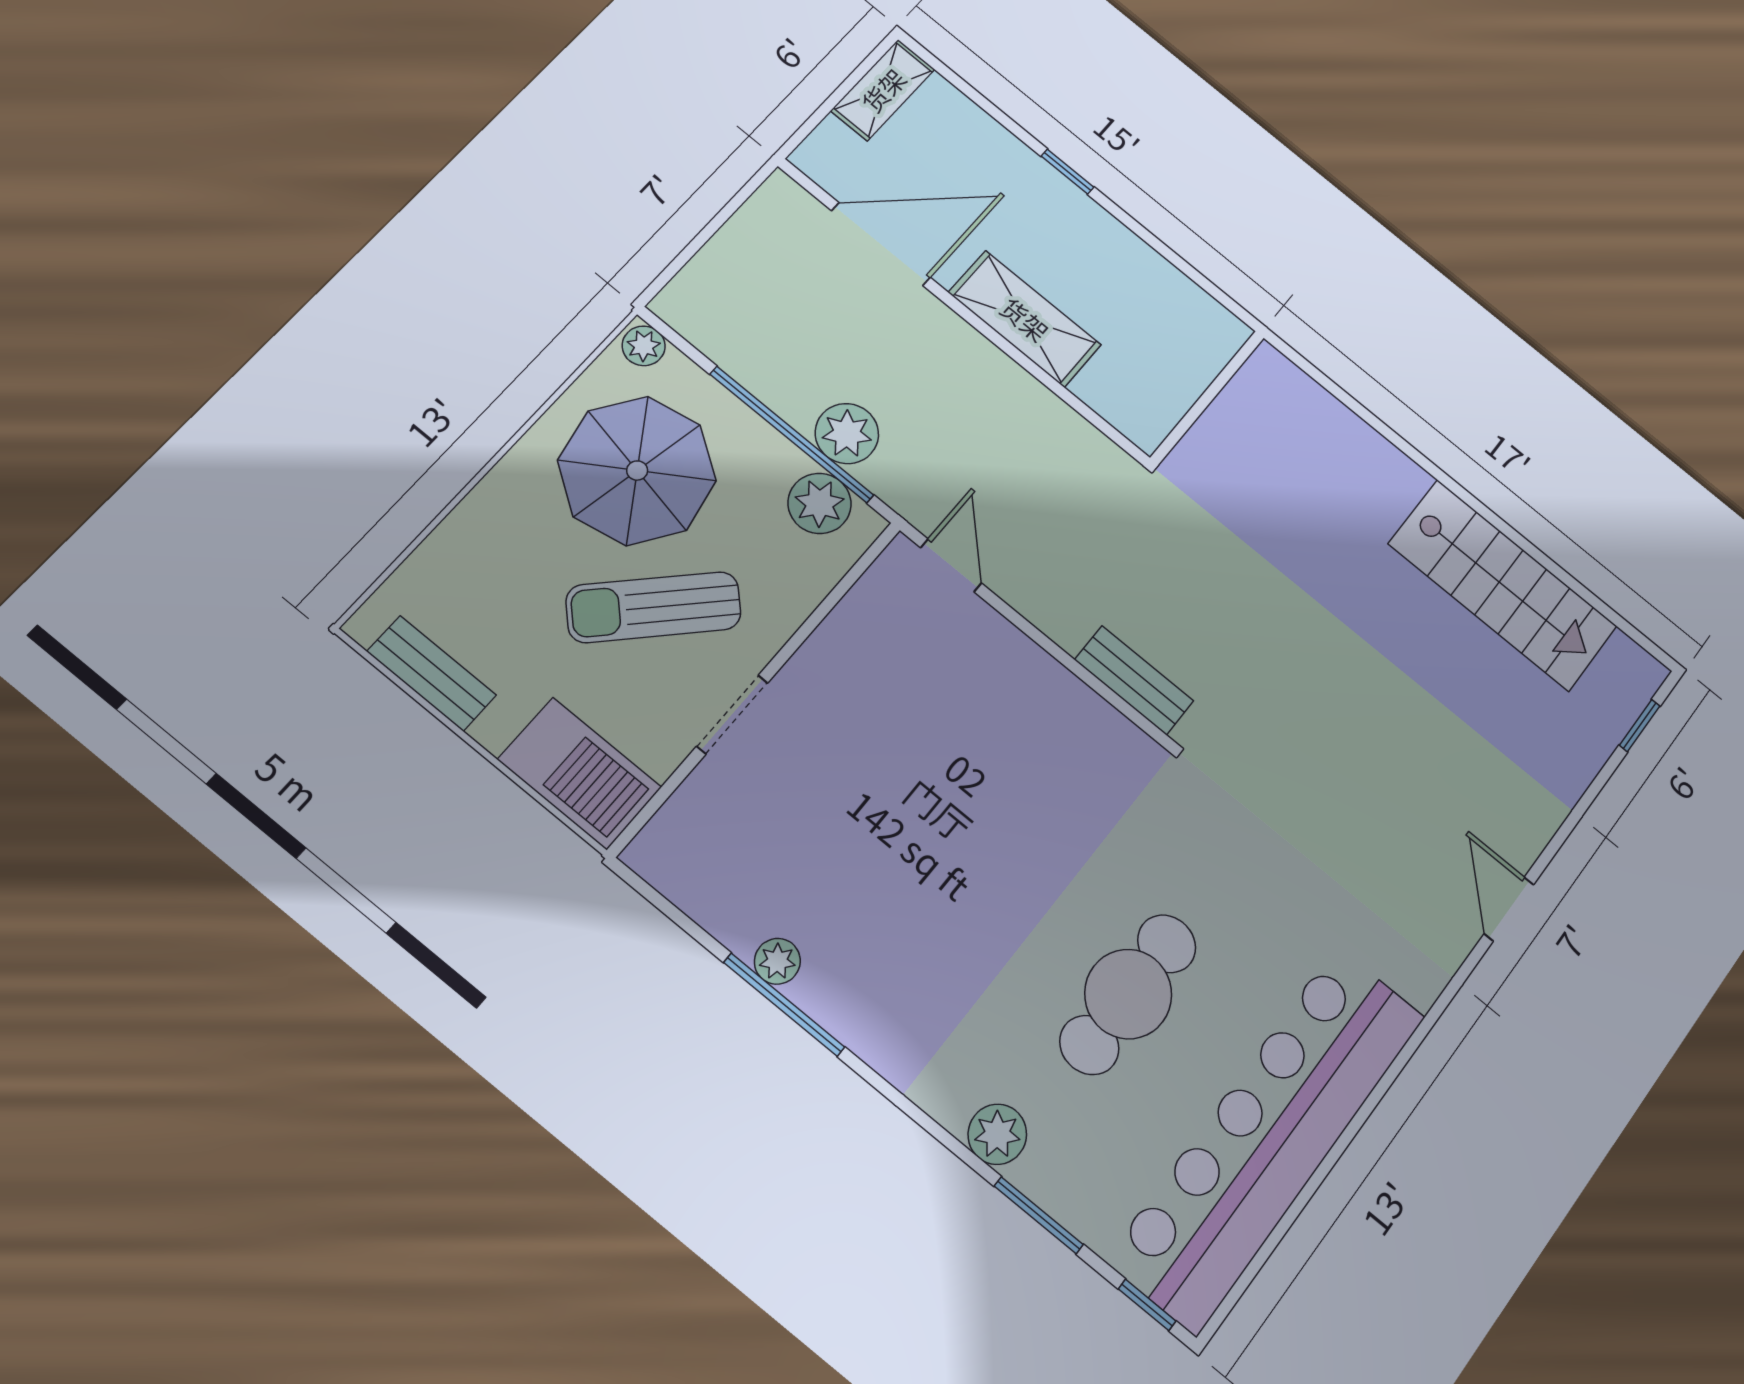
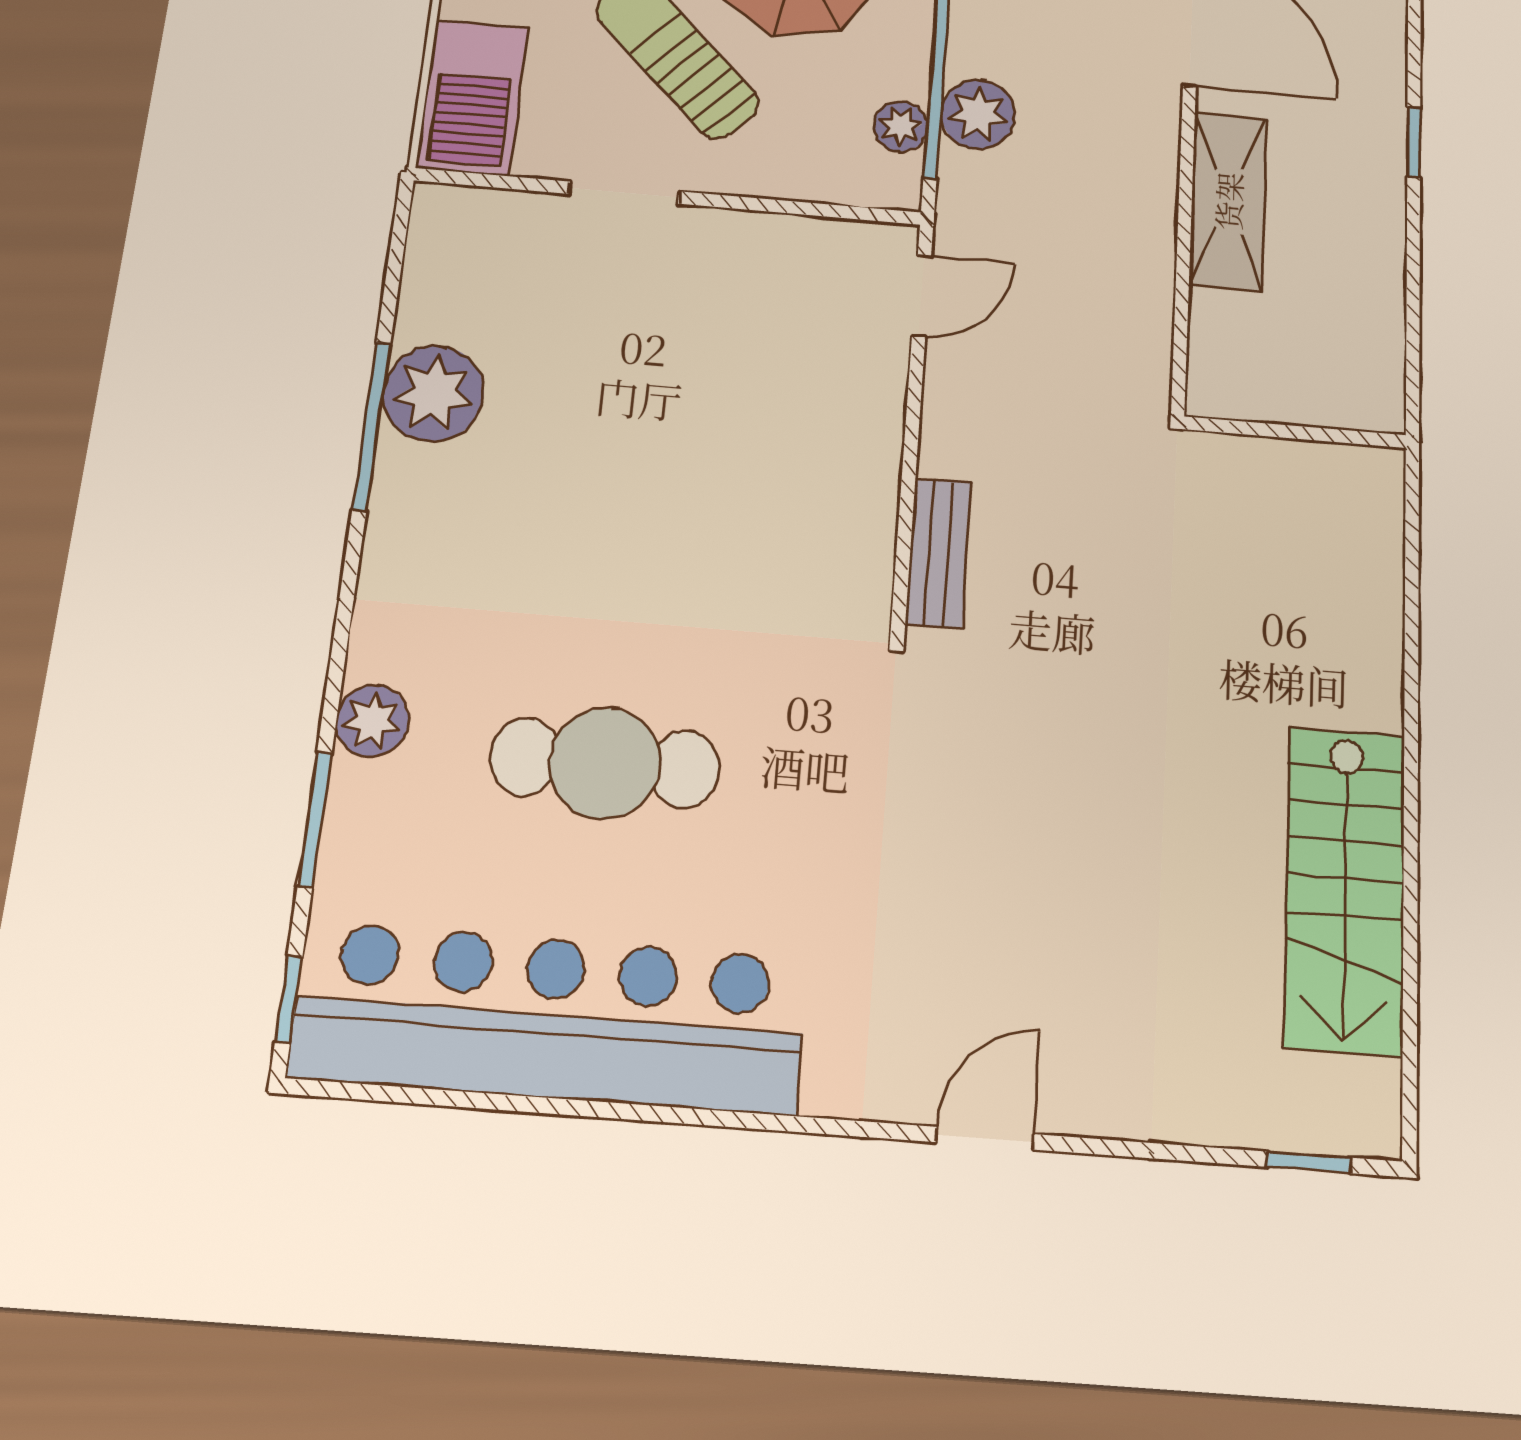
plant: (820, 503) -> (900, 127), width x0.73, depth x0.73
plant: (777, 961) -> (433, 393), width x1.87, depth x1.87

